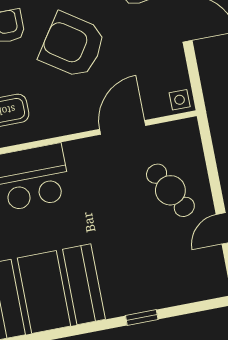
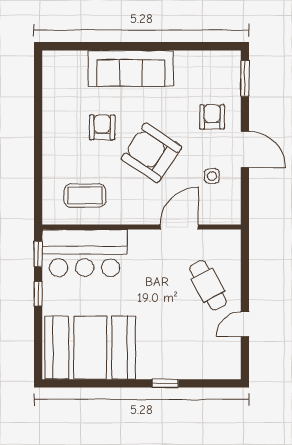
side table: (180, 100) -> (212, 176), moved

